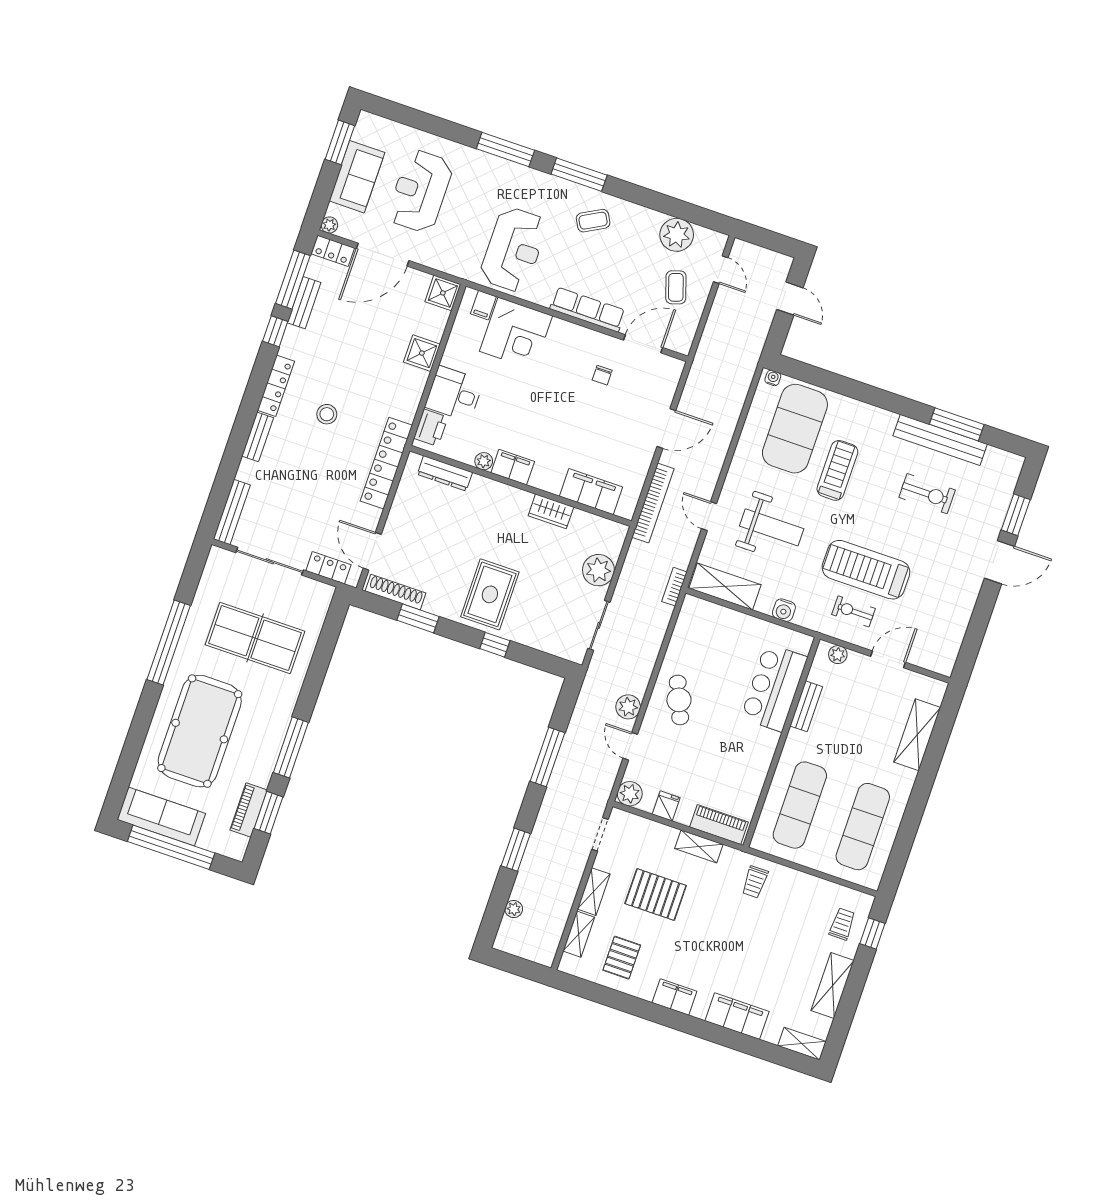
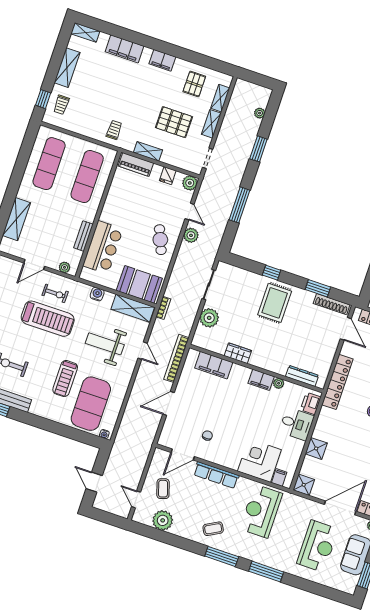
booth: (714, 626) -> (139, 284), added

